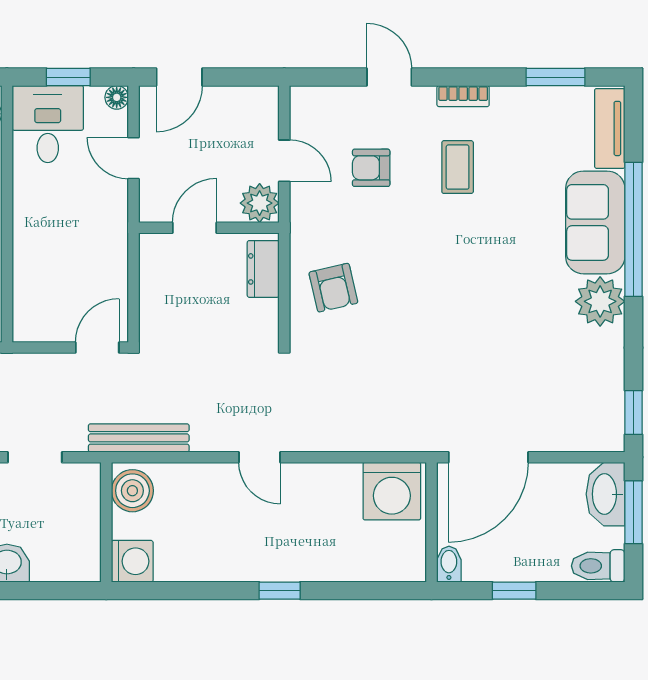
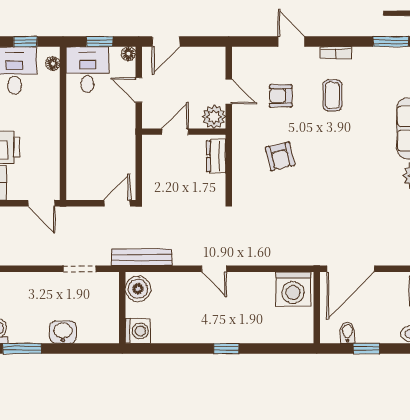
armchair: (333, 288) -> (280, 156), moved
bidet: (449, 564) -> (348, 333), moved

